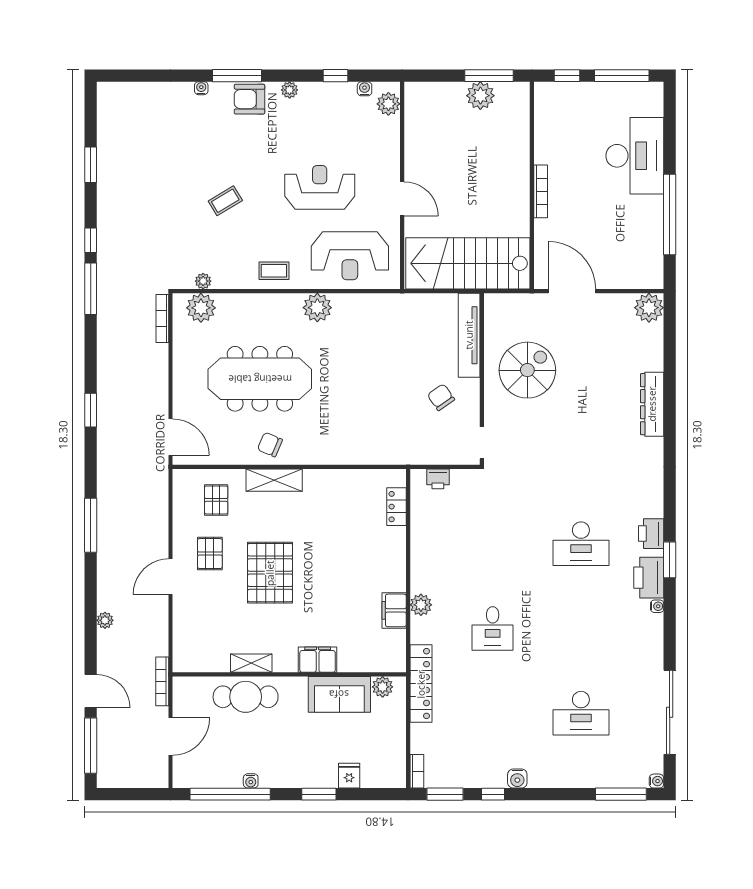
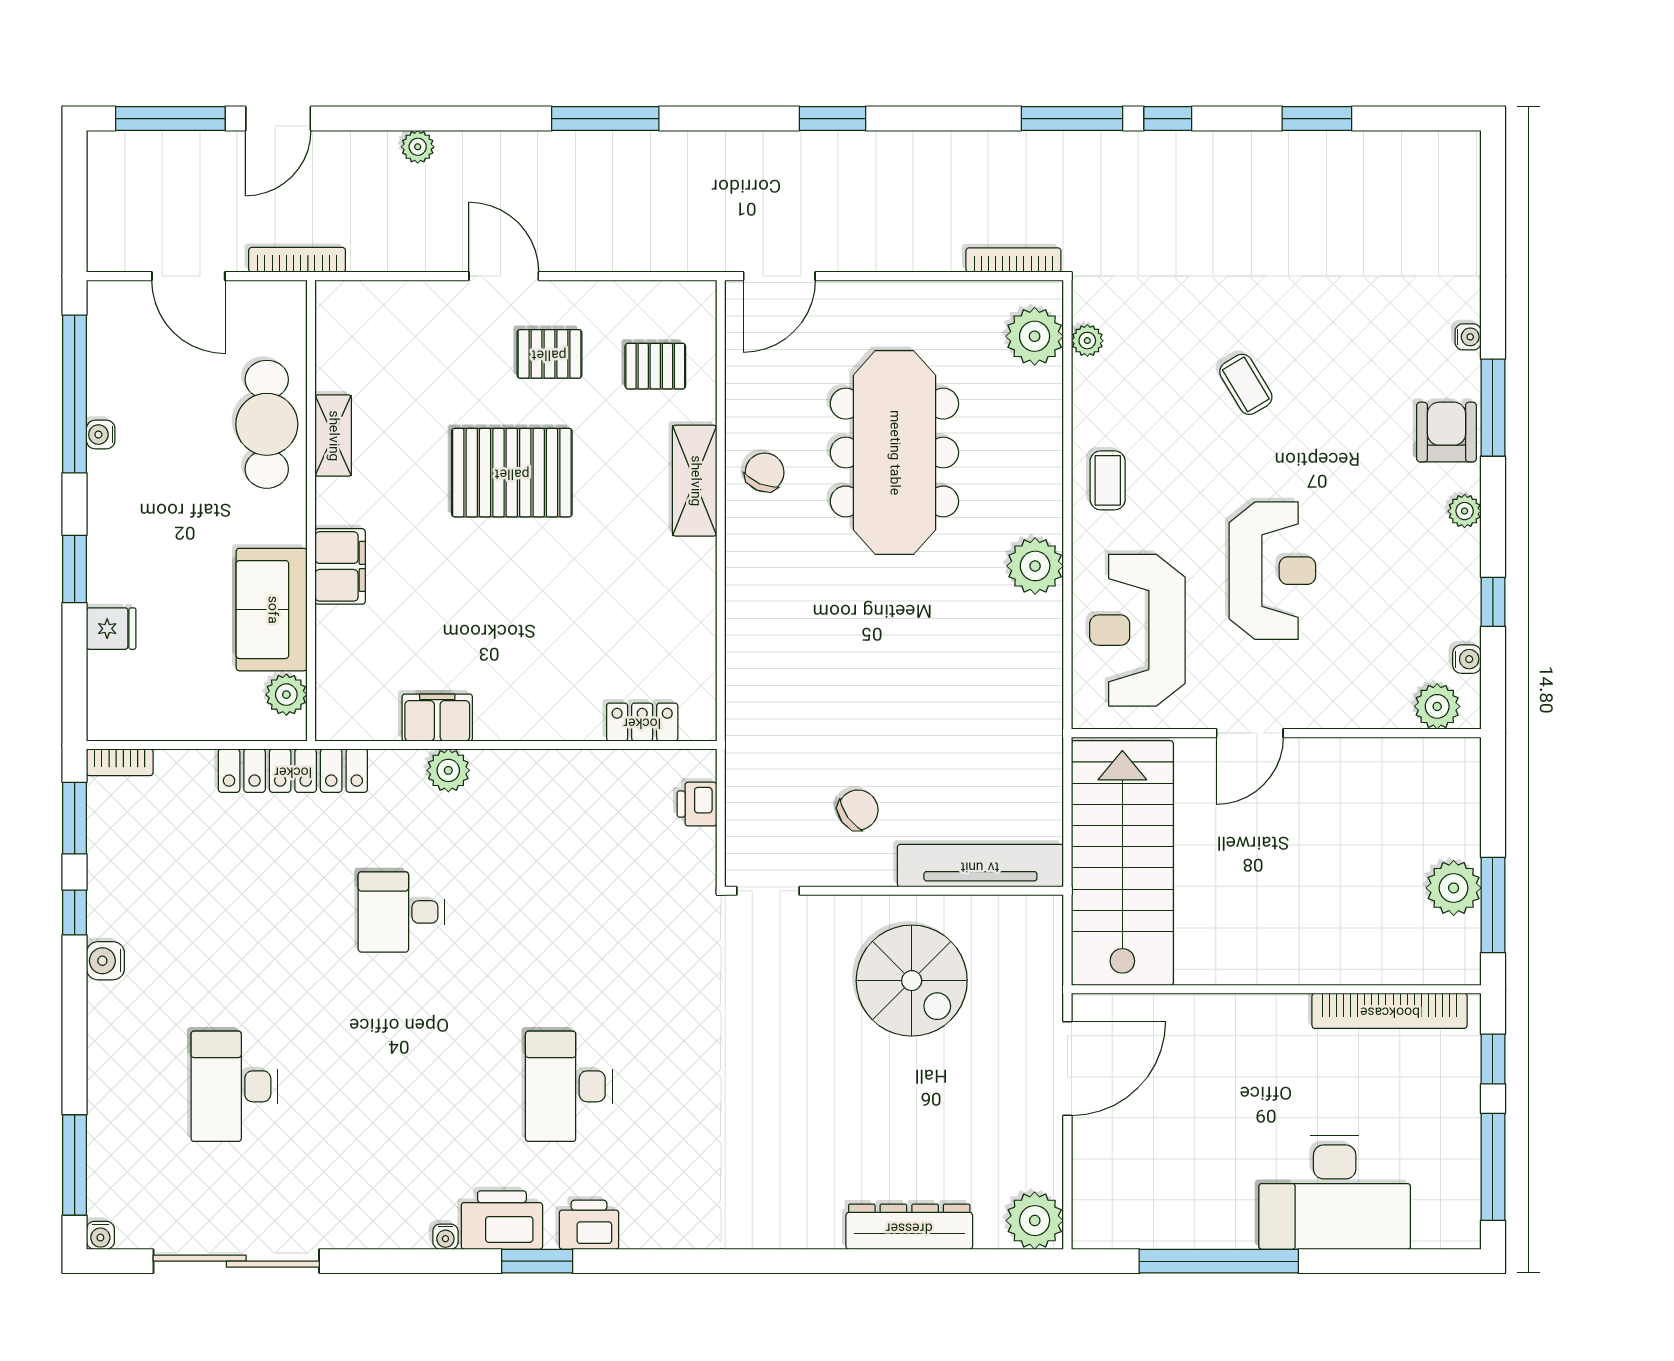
bookcase: (541, 191) -> (1390, 1011), moved, width x1.48, depth x1.31
dresser: (652, 404) -> (909, 1227), moved

